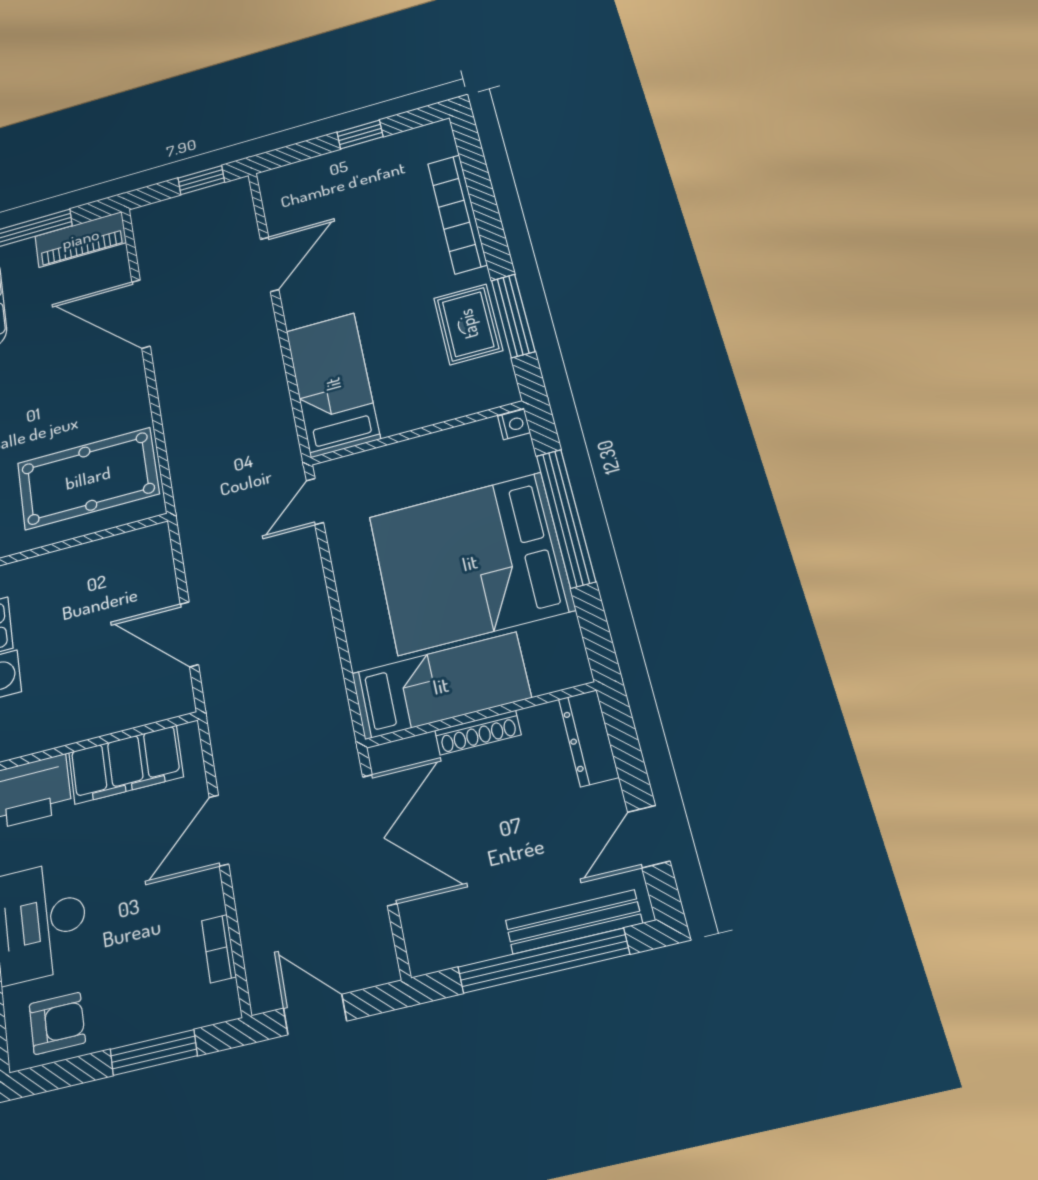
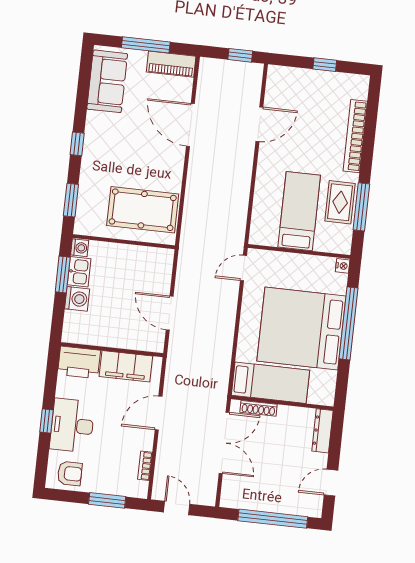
bed: (333, 384) -> (299, 211), moved
shoe rack: (478, 733) -> (258, 408), moved
bench: (574, 922) -> (290, 507), removed

